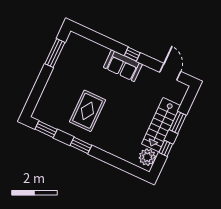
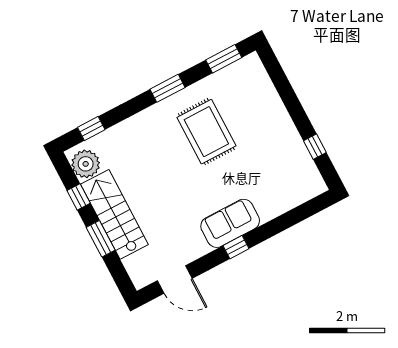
window: (55, 53) -> (315, 147), width x0.46
window: (128, 167) -> (91, 129), added

